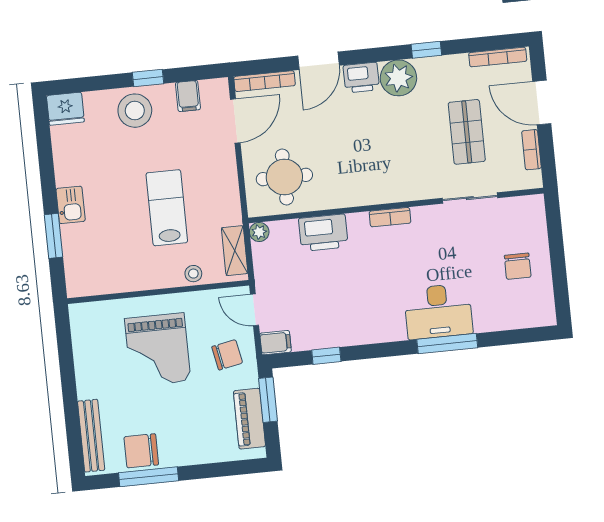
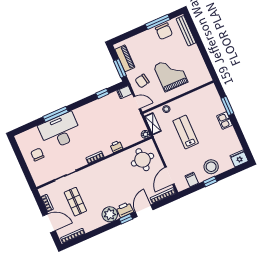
window: (426, 50) -> (126, 219), moved
lab bench: (167, 208) -> (186, 132), turned 180
printer: (323, 233) -> (116, 146), width x0.53, depth x0.68
desk: (438, 311) -> (60, 131), width x1.36, depth x1.30
chair: (141, 451) -> (164, 31), turned 90

